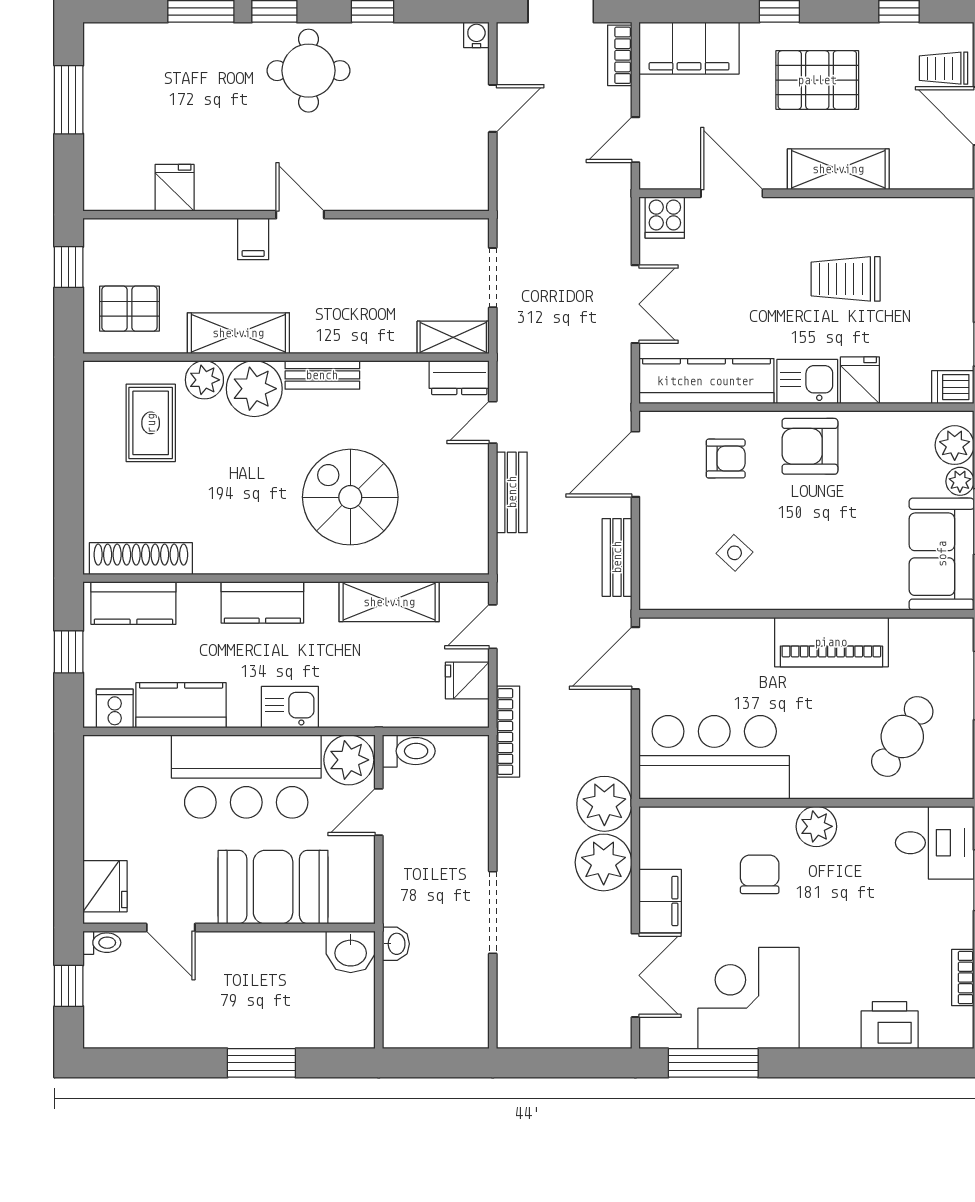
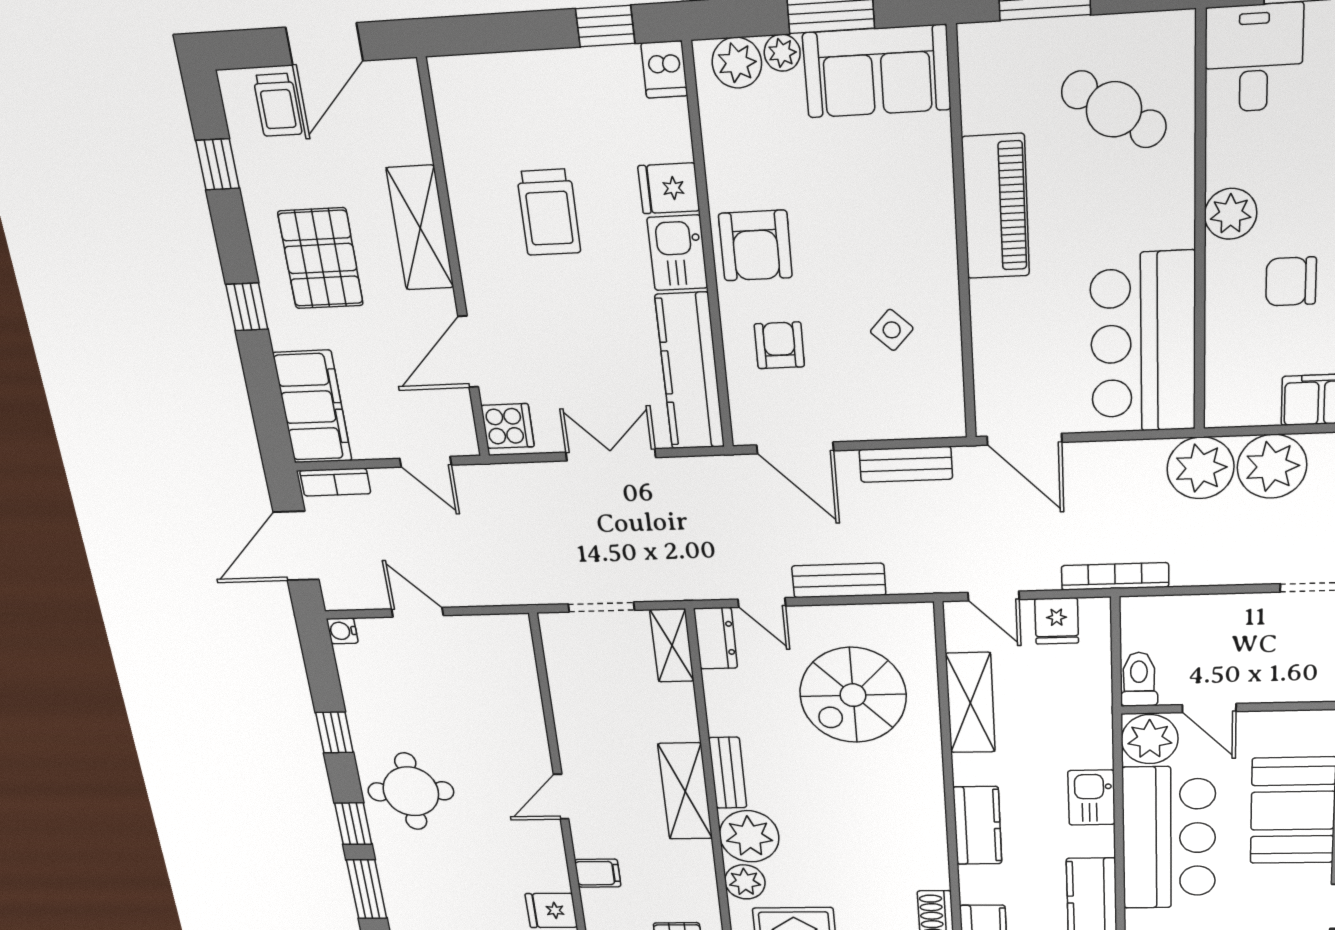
filing cabinet: (253, 239) -> (598, 873), moved
shelving: (238, 333) -> (685, 791), moved
spiral stairs: (350, 497) -> (853, 695), moved

